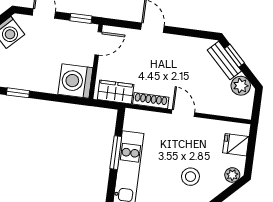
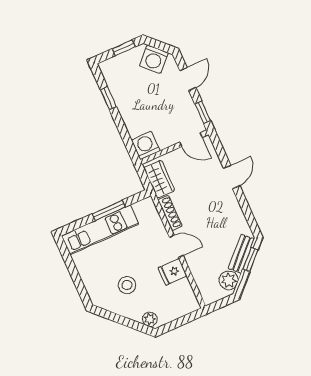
washing machine: (75, 81) -> (146, 145), width x0.73, depth x0.73
door: (183, 113) -> (176, 246), hinge flipped
fridge: (236, 145) -> (173, 272), moved, turned -90

